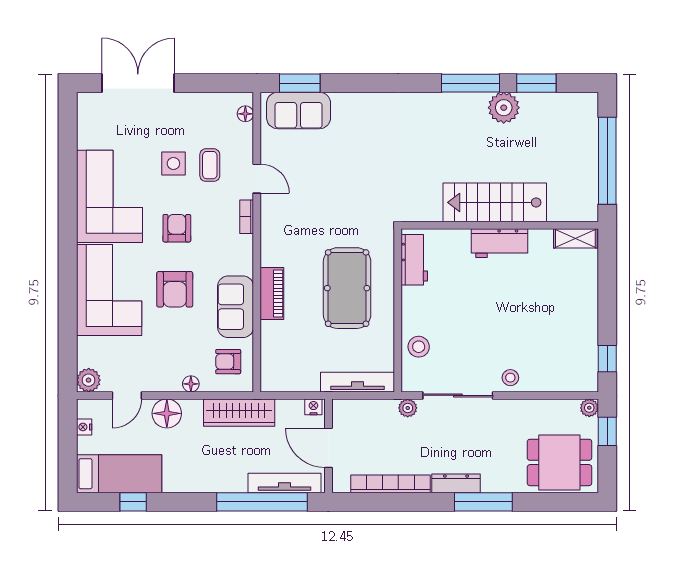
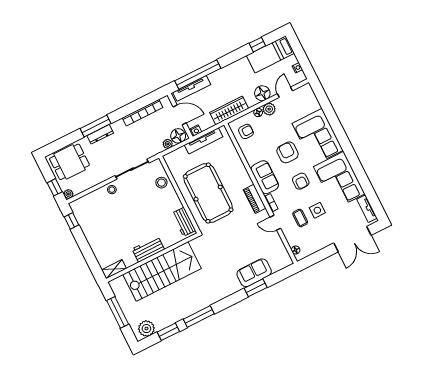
window: (300, 83) -> (256, 288), moved
plant: (504, 108) -> (146, 329), moved
sofa: (299, 110) -> (254, 273), moved
tv unit: (86, 123) -> (367, 209), added
window: (607, 161) -> (118, 312), width x0.68
stairs: (495, 202) -> (162, 272), width x1.36, depth x1.51
pool table: (347, 288) -> (208, 193), width x1.36, depth x1.32
piano: (272, 294) -> (255, 199), moved
sofa: (236, 307) -> (265, 177), moved
plant: (89, 380) -> (269, 109), moved
tv unit: (358, 382) -> (204, 141), moved
plant: (408, 408) -> (168, 144), moved
floor lamp: (349, 413) -> (178, 136), added
dresser: (456, 483) -> (100, 134), moved

